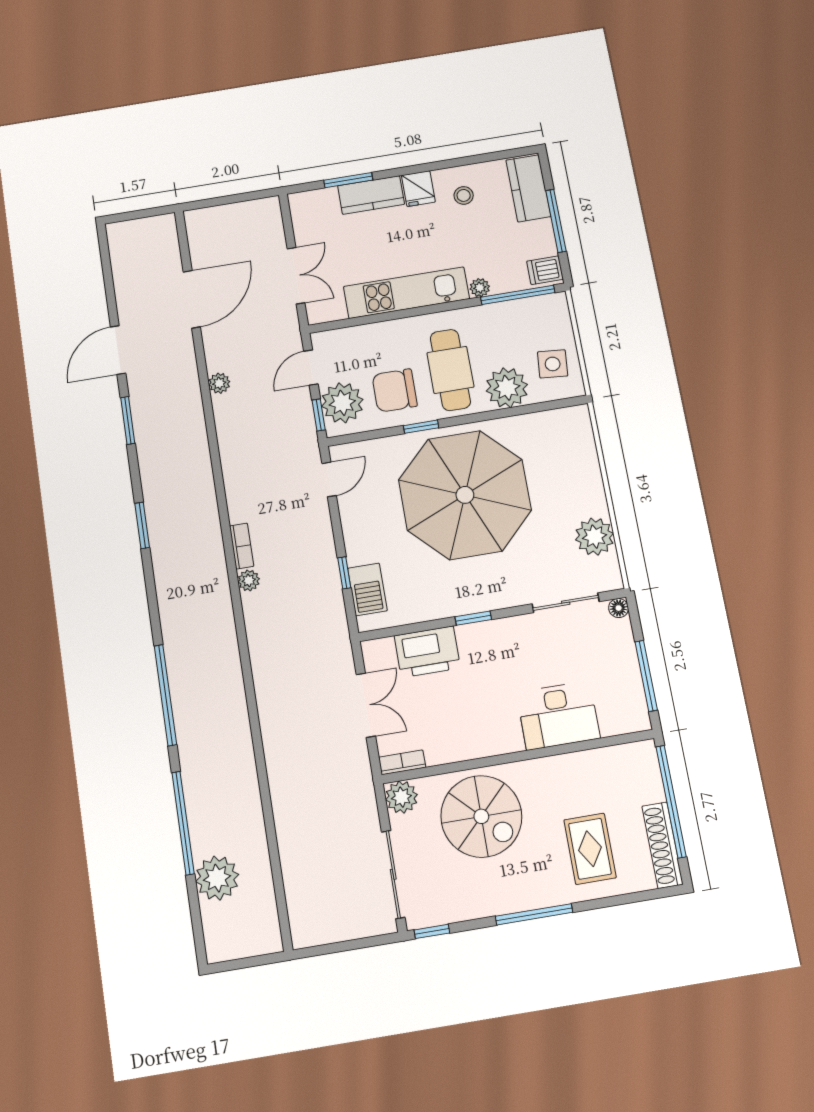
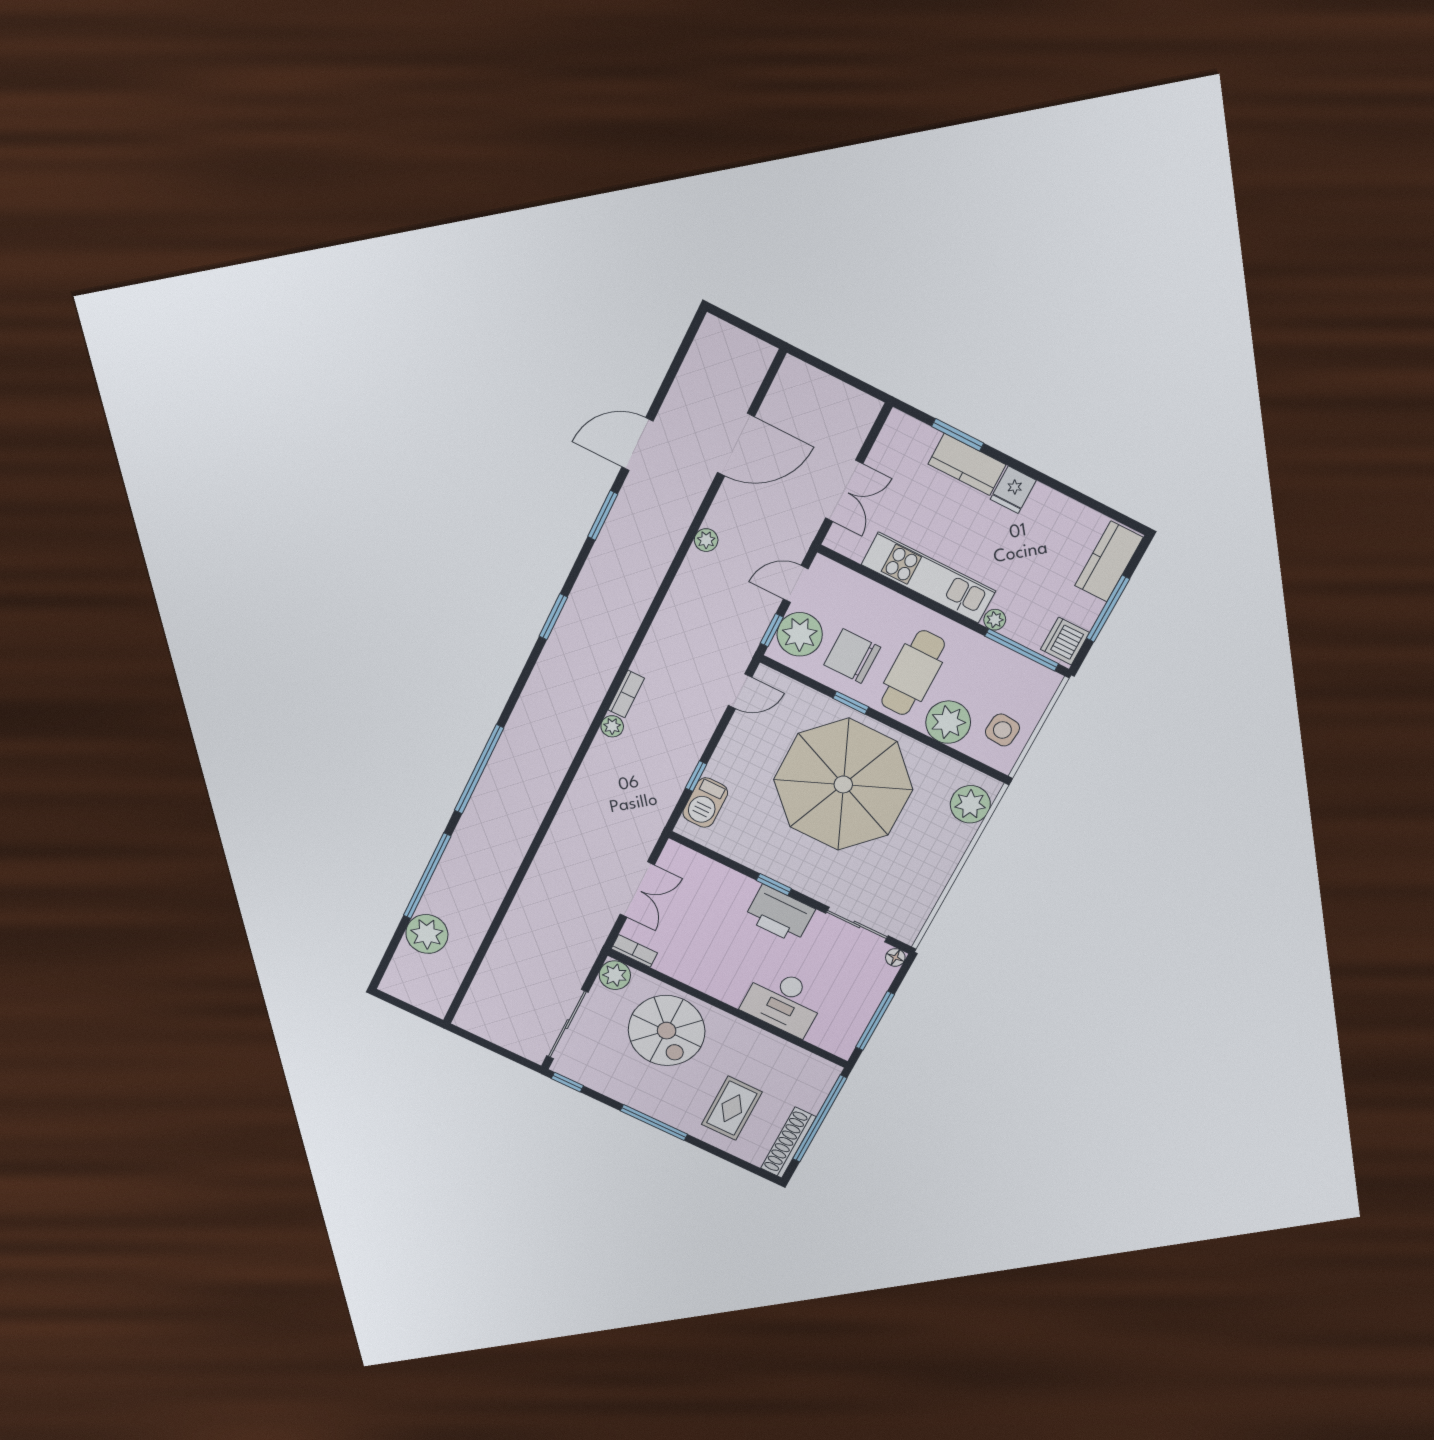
stool: (464, 195) -> (1048, 526), removed
dishwasher: (545, 270) -> (1065, 641), width x1.38
plant: (595, 537) -> (970, 804), moved
printer: (427, 652) -> (780, 914), moved

